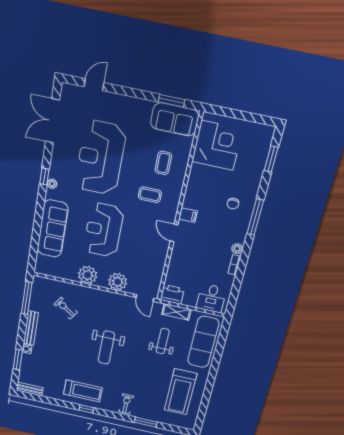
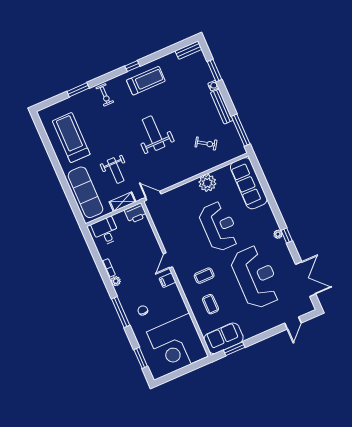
corner desk: (217, 145) -> (177, 344), width x1.36, depth x1.36
sofa: (53, 229) -> (249, 183), moved
door: (174, 233) -> (168, 260), swing flipped
plant: (118, 282) -> (182, 194), removed
treadmill: (83, 391) -> (146, 81), turned 180

